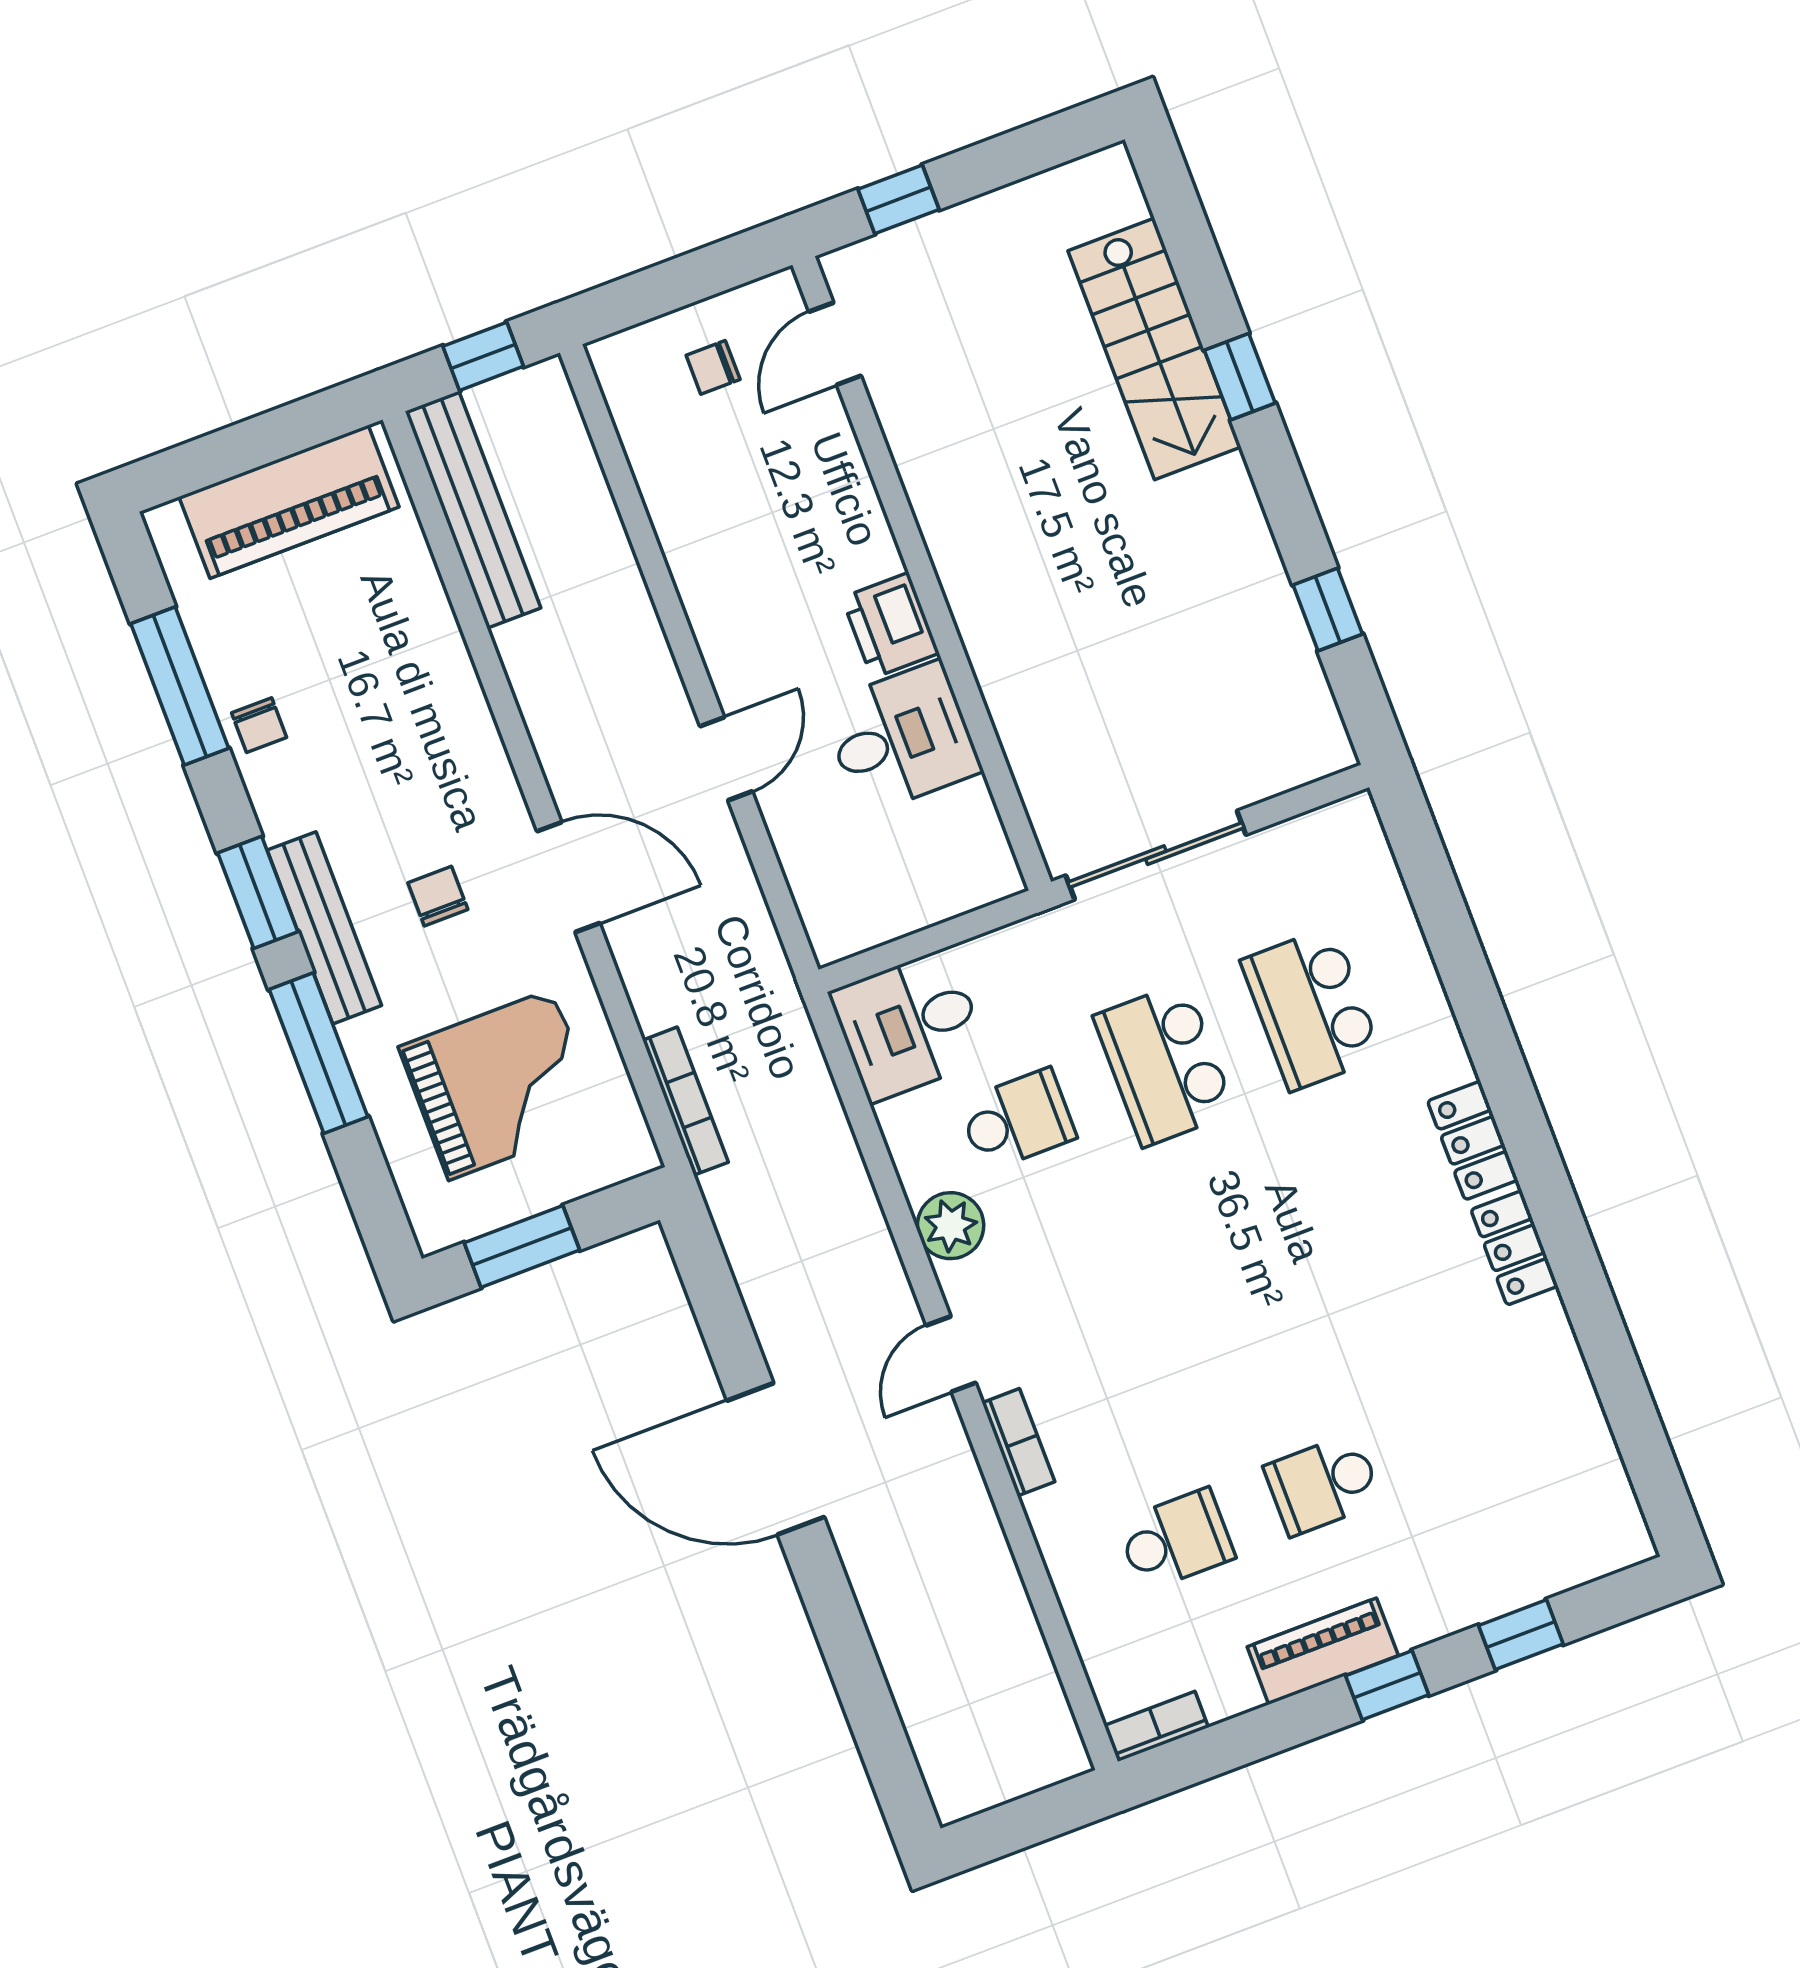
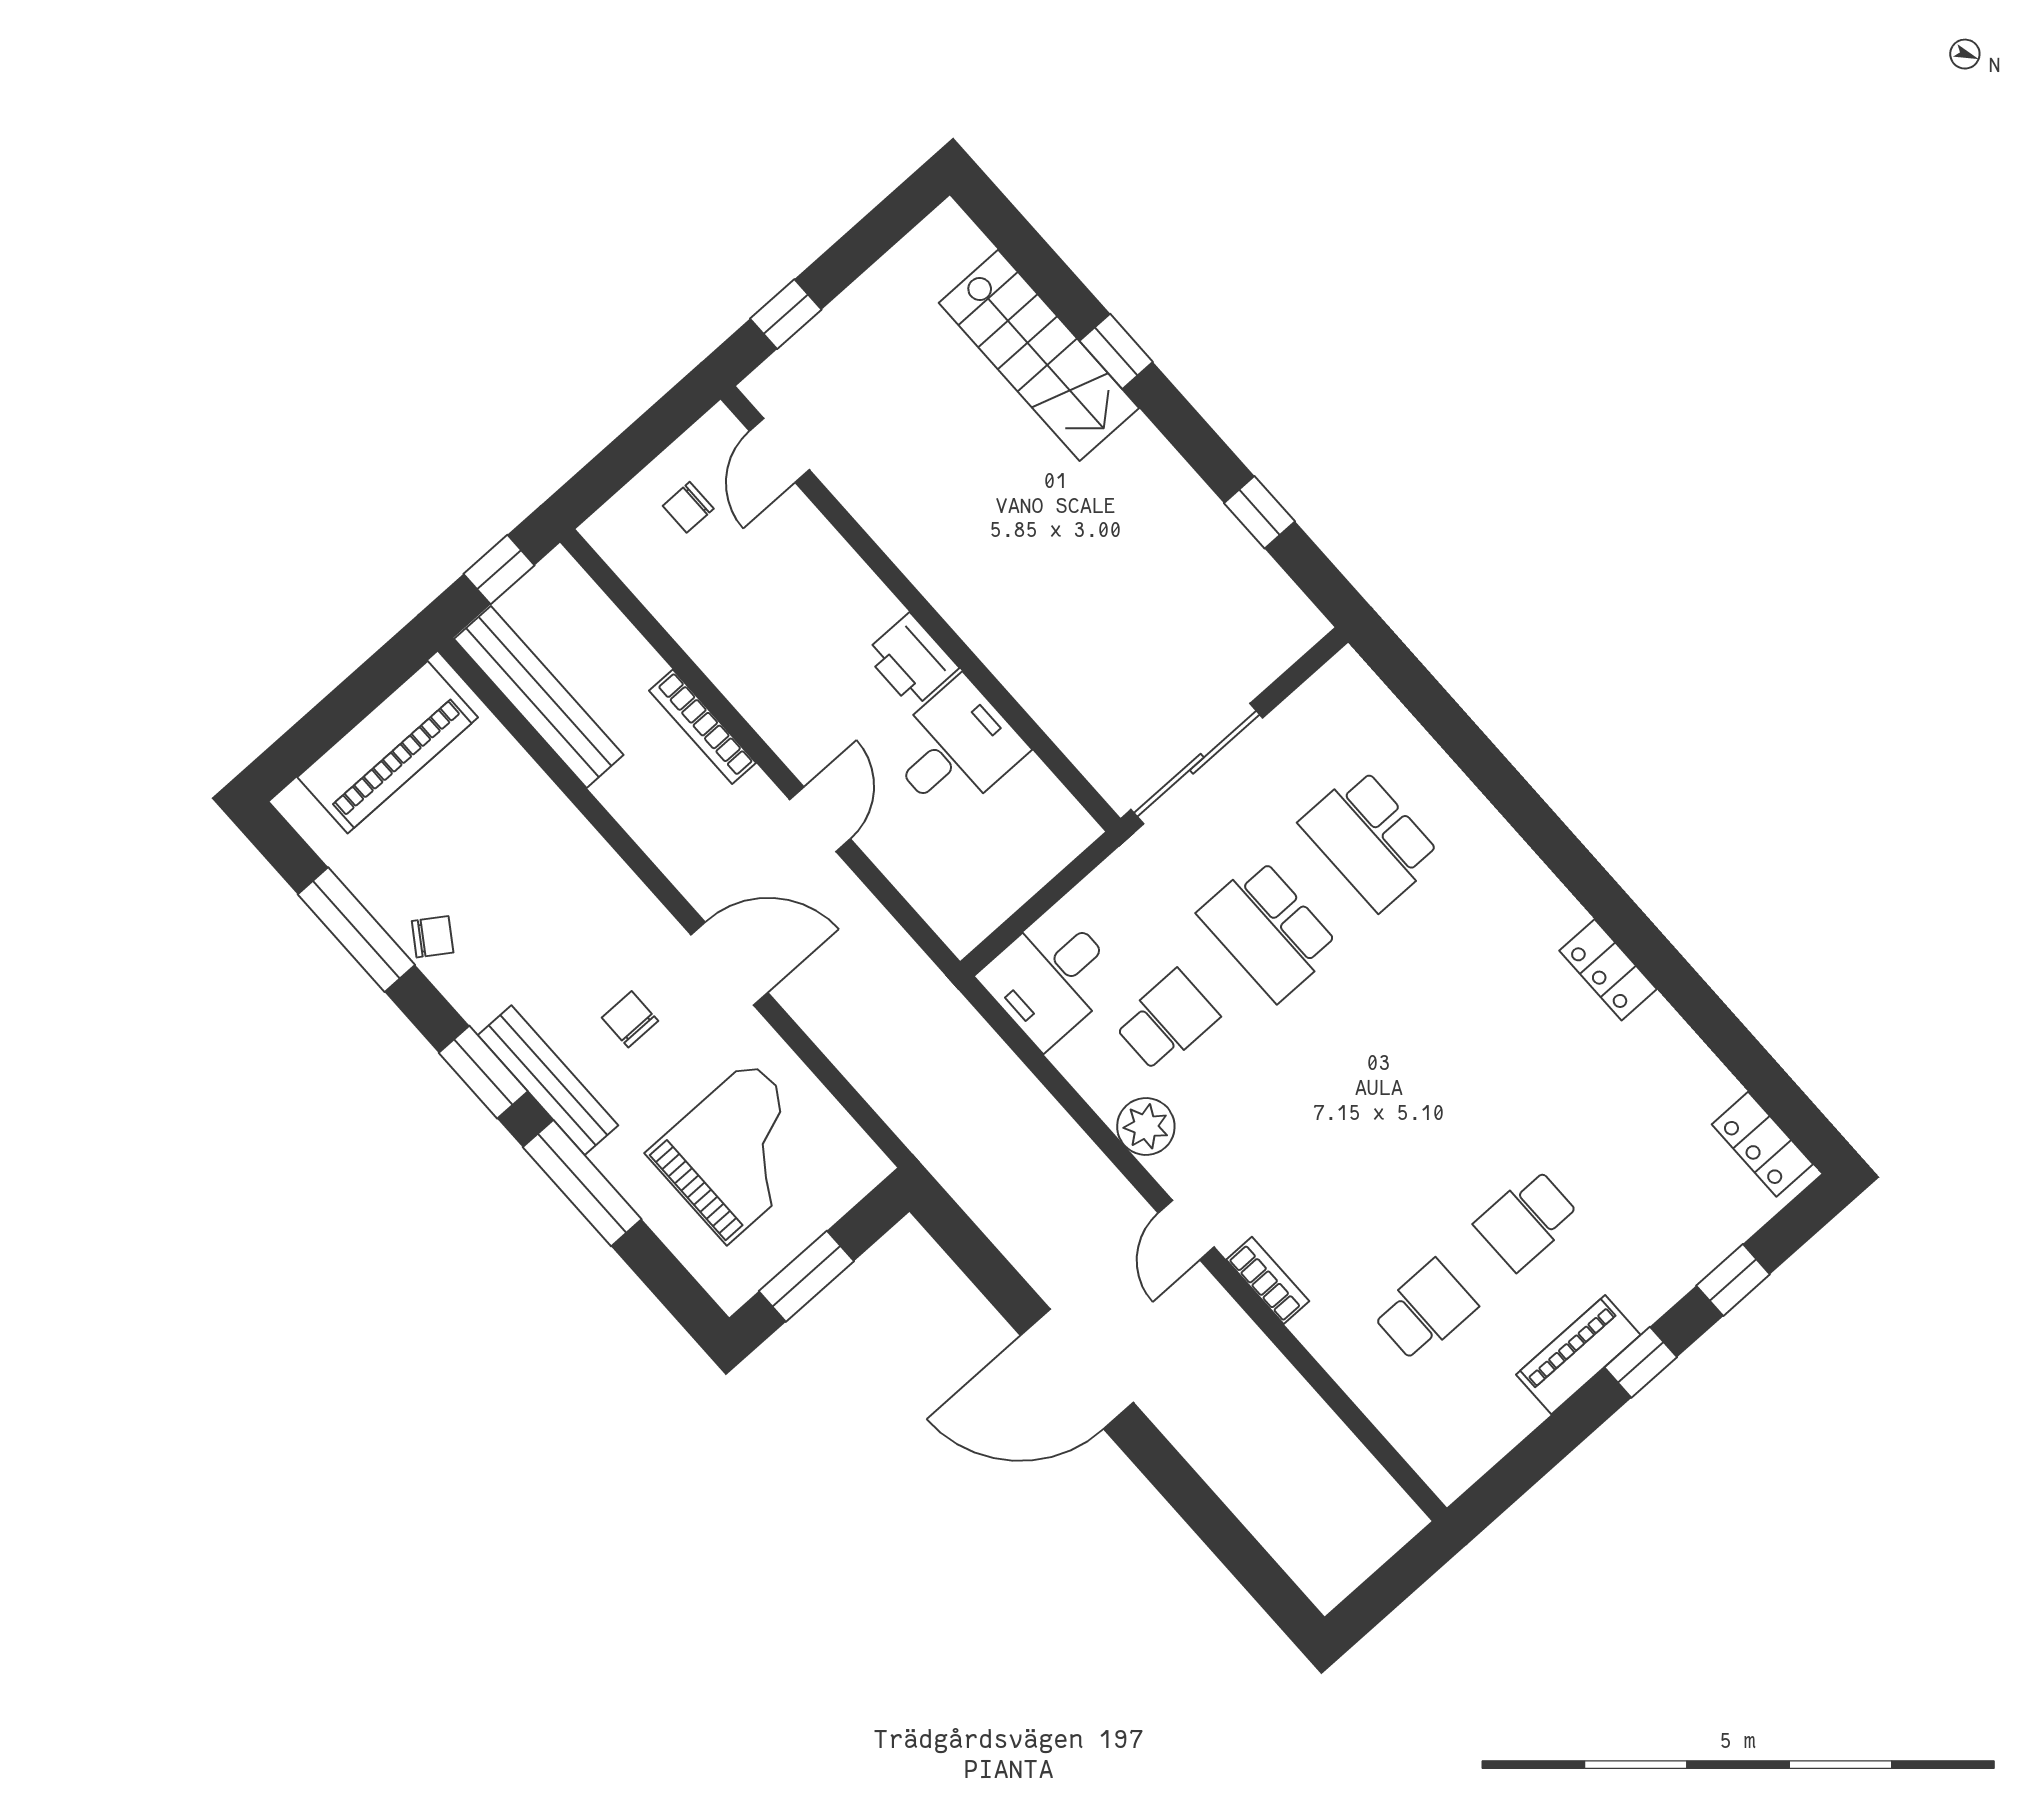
chair: (259, 725) -> (433, 937), turned -56
bookcase: (685, 1101) -> (702, 727), moved, turned 180
locker: (1473, 1140) -> (1762, 1144), moved
bookcase: (1156, 1726) -> (1467, 1467), removed

